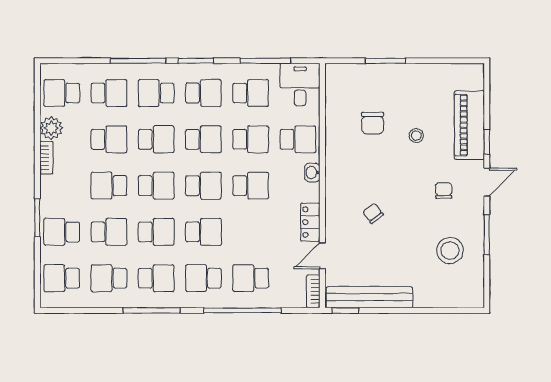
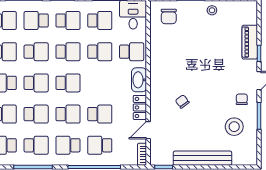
chair: (373, 123) -> (169, 16), moved
piano: (469, 125) -> (250, 42), width x0.73, depth x0.75
stool: (416, 136) -> (212, 10), moved
washbasin: (312, 173) -> (139, 80), width x1.91, depth x1.45
school desk: (251, 186) -> (100, 114), moved
chair: (444, 191) -> (242, 99), moved
bench: (369, 297) -> (202, 158), moved

